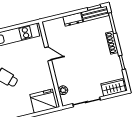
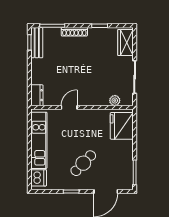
dresser: (73, 19) -> (37, 95), moved

